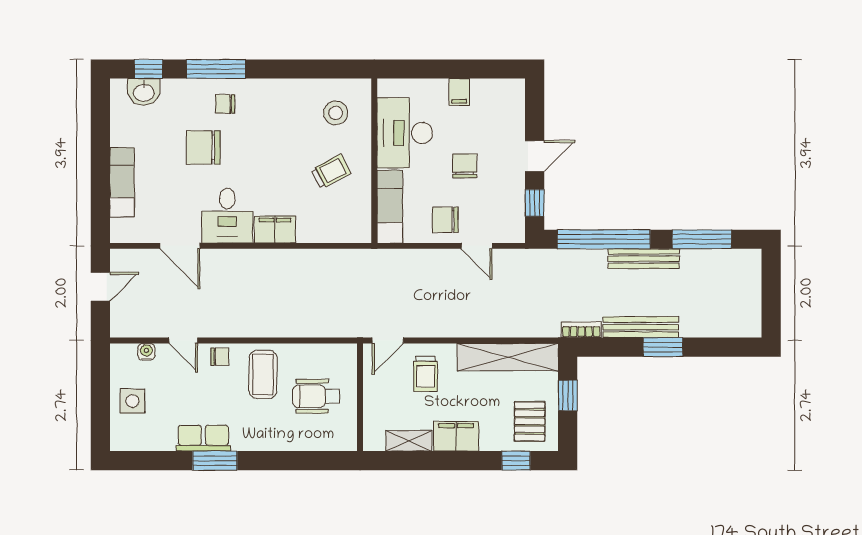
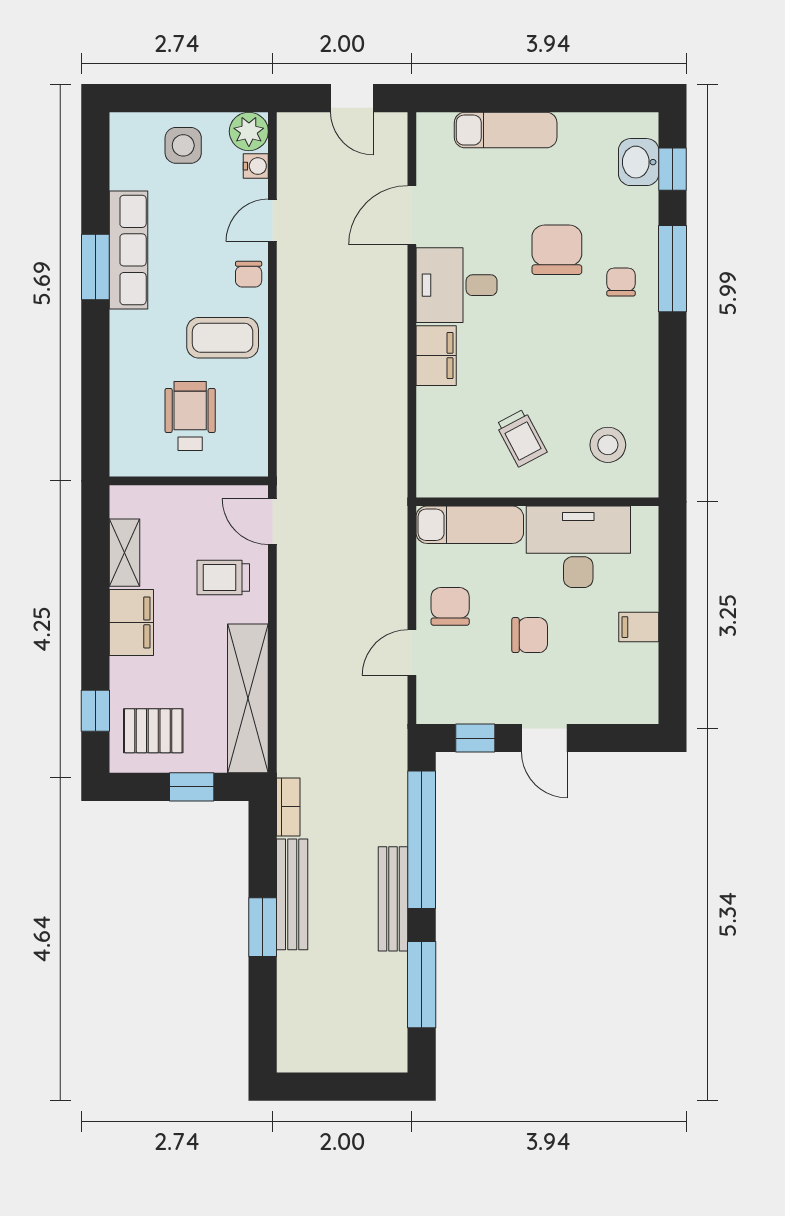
plant: (123, 356) -> (249, 131), added
row of seats: (203, 438) -> (128, 250), width x1.48

